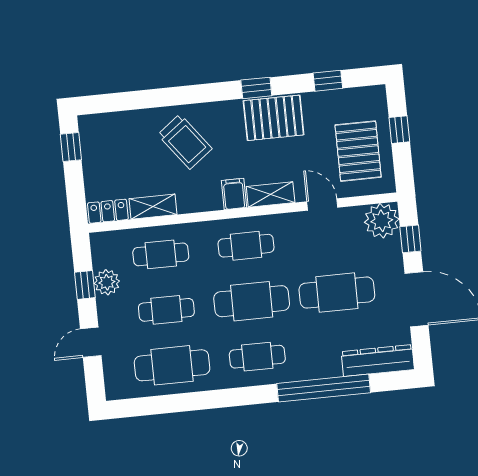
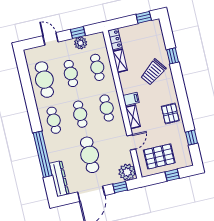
window: (256, 88) -> (173, 56), moved
pallet: (274, 118) -> (170, 114), width x0.67, depth x0.71
cafe table: (252, 301) -> (80, 114), width x0.73, depth x0.74

